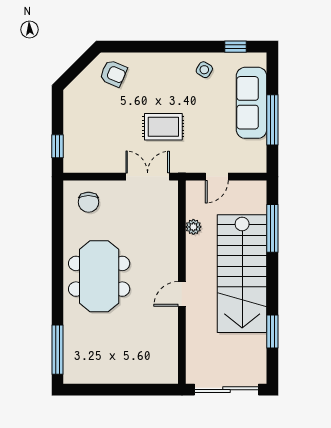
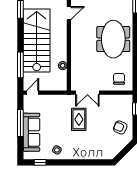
armchair: (113, 73) -> (120, 127), moved
rug: (163, 127) -> (79, 119), turned 90
door: (217, 177) -> (33, 93), moved
door: (182, 294) -> (69, 13), moved

